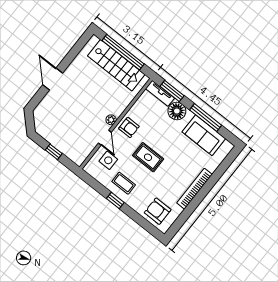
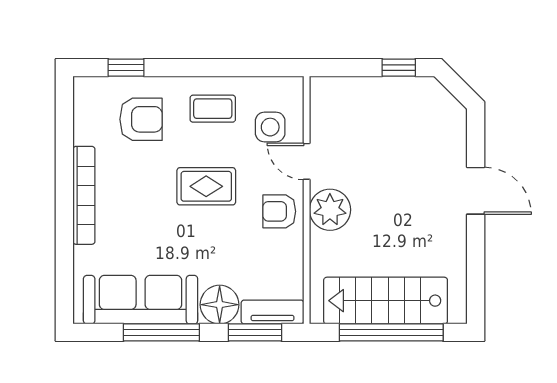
plant: (111, 120) -> (330, 210), width x1.88, depth x1.88
sofa: (204, 135) -> (141, 300), width x1.36
window: (54, 152) -> (399, 68), moved
window: (115, 201) -> (126, 68), moved
armchair: (158, 211) -> (141, 119), moved

